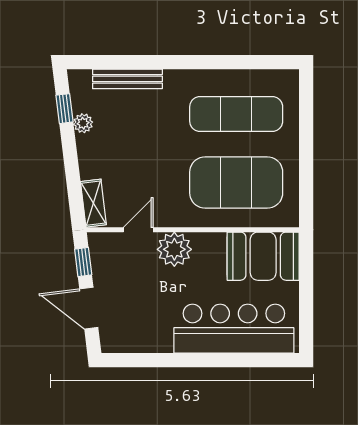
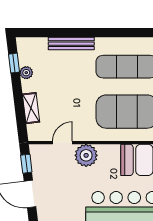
bench: (127, 79) -> (71, 44), moved
shelving: (93, 203) -> (31, 108), moved

